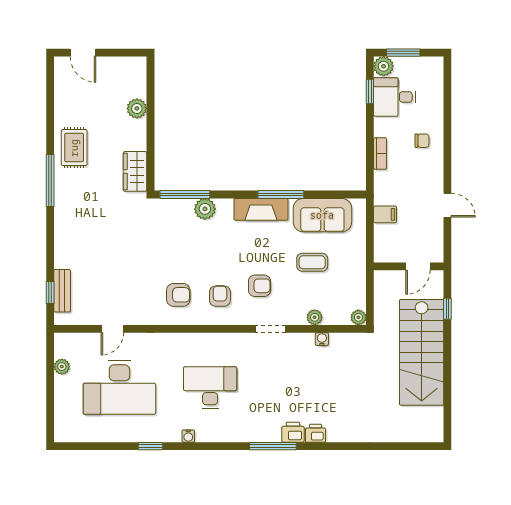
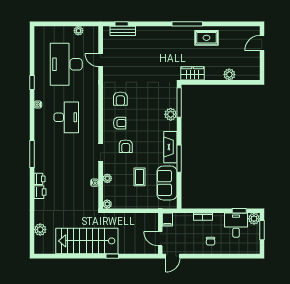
wall: (409, 266) -> (160, 233), moved
door: (418, 266) -> (160, 239), moved
printer: (293, 432) -> (40, 192), moved
plant: (402, 432) -> (40, 230), added

